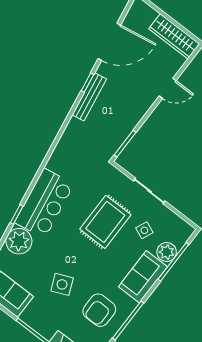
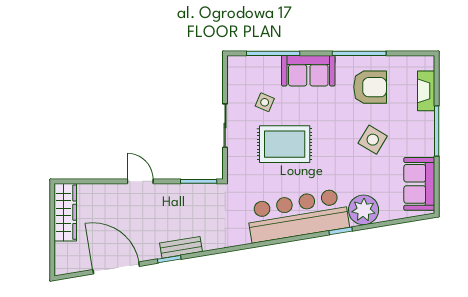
door: (168, 88) -> (140, 181), moved
bench: (89, 97) -> (181, 247), width x0.73
bar counter: (44, 203) -> (298, 216), width x1.36
plant: (167, 252) -> (269, 66), removed
side table: (62, 284) -> (373, 140), turned -36

